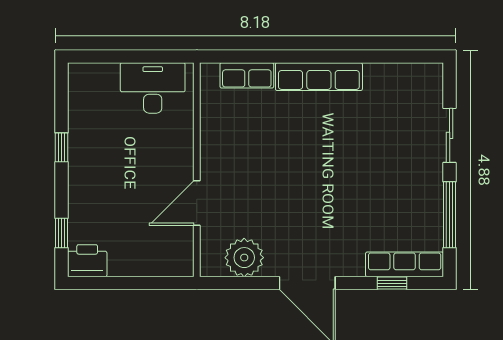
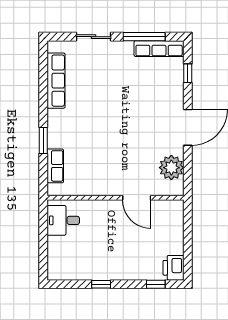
window: (287, 56) -> (43, 141), added
row of seats: (319, 77) -> (56, 81), moved
desk: (153, 88) -> (63, 220), width x0.73
row of seats: (405, 264) -> (159, 49), moved, turned -90

